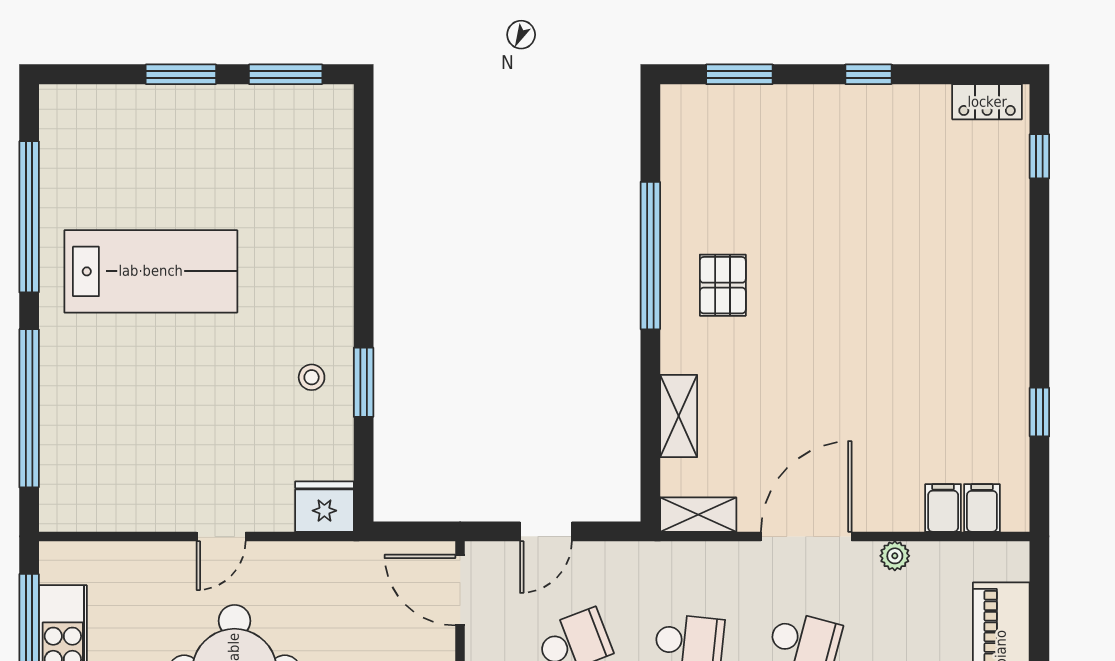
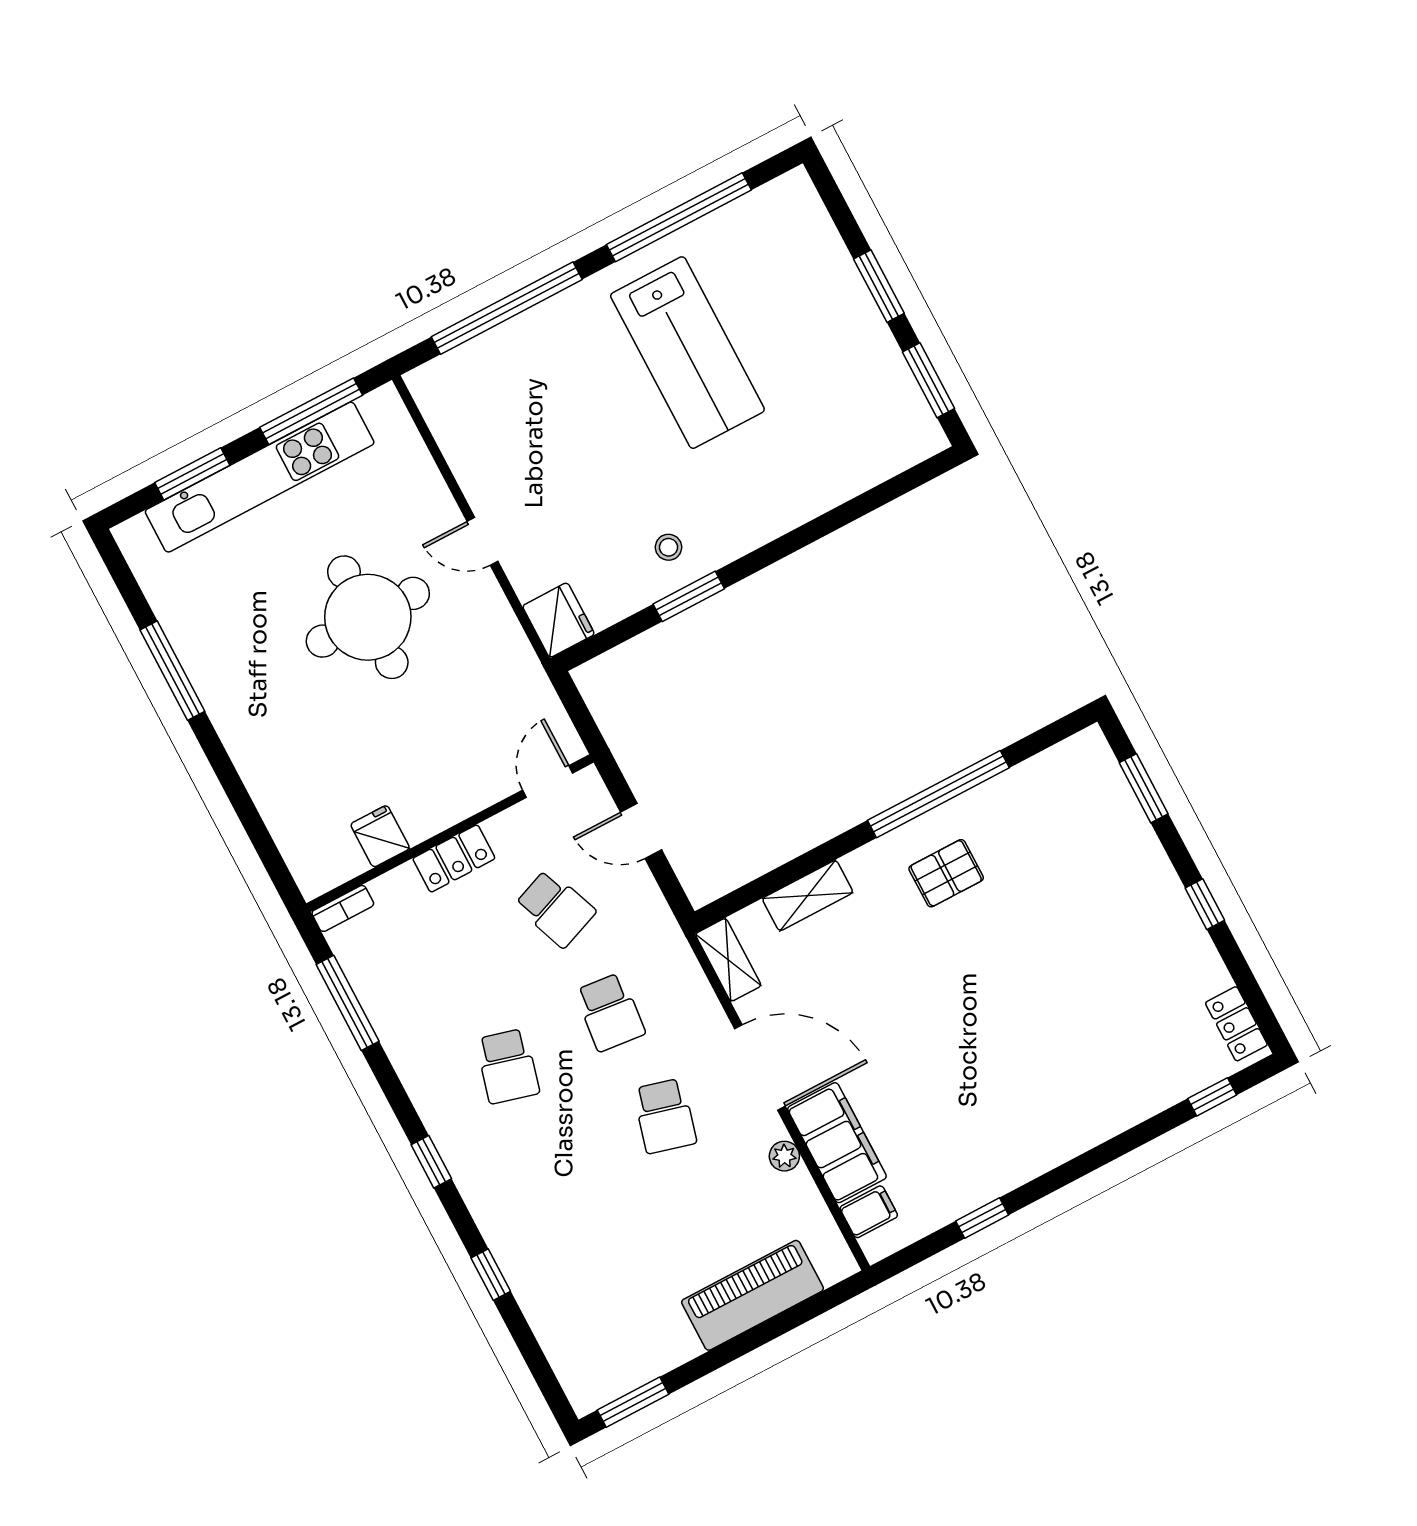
filing cabinet: (943, 508) -> (837, 1143), width x3.00, depth x1.17
door: (460, 590) -> (548, 782), width x0.73

